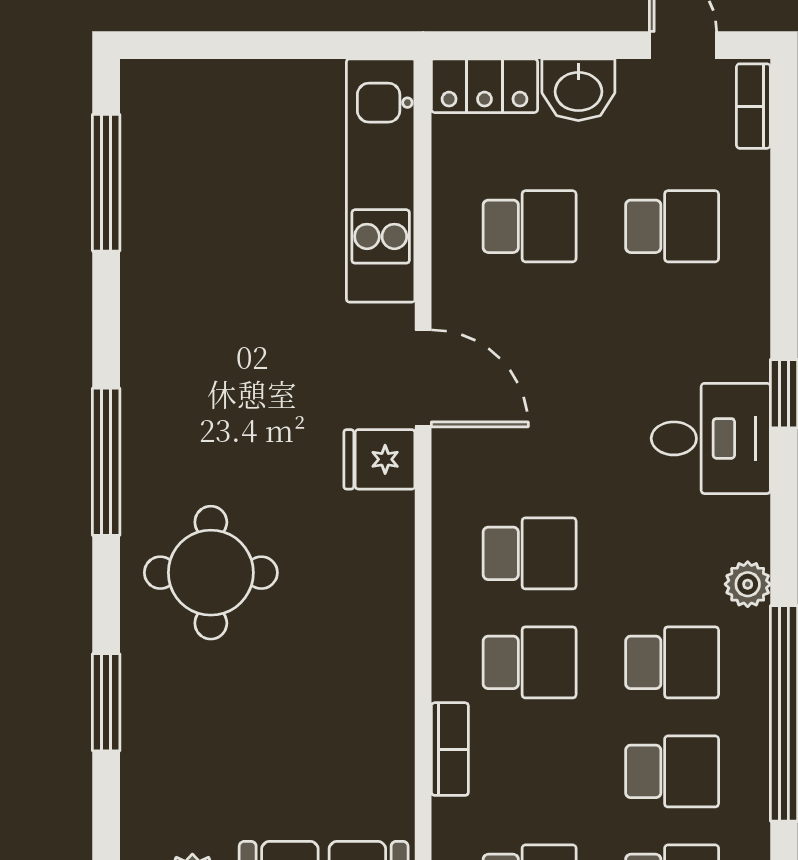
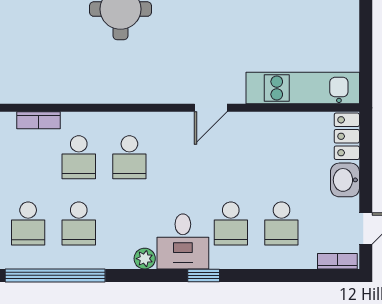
school desk: (530, 226) -> (231, 223), moved
door: (423, 378) -> (211, 108), width x0.73
fridge: (379, 459) -> (173, 87), removed
plant: (748, 584) -> (145, 259), moved

